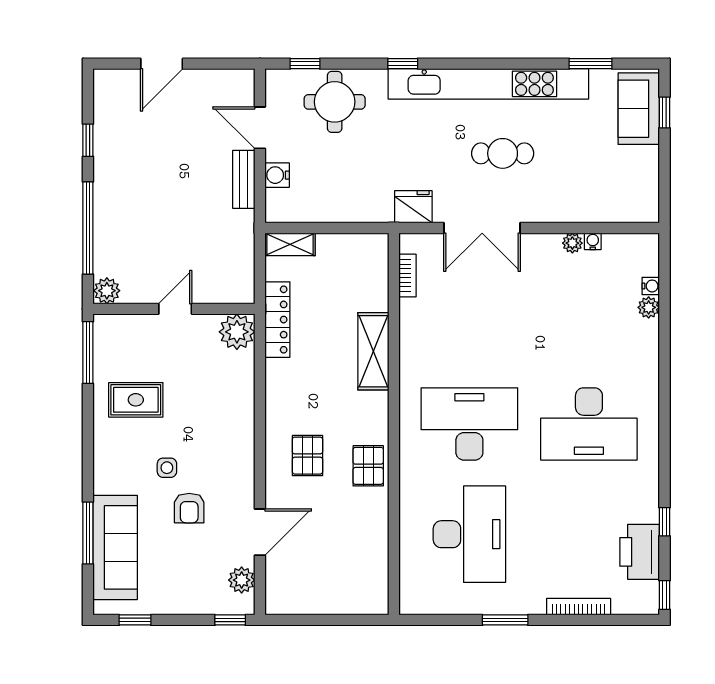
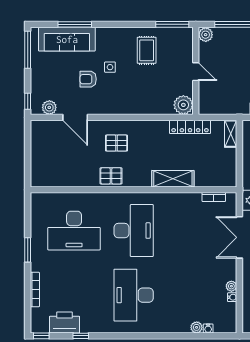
window: (135, 620) -> (28, 50), width x2.17

